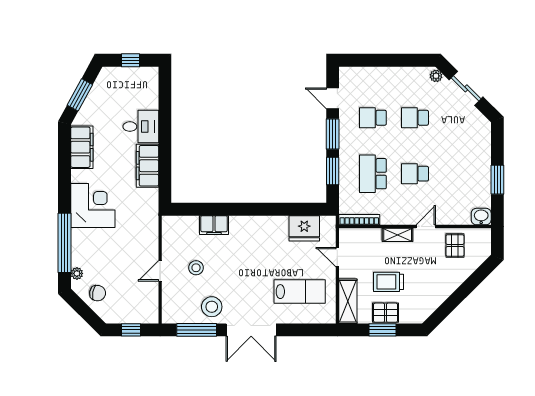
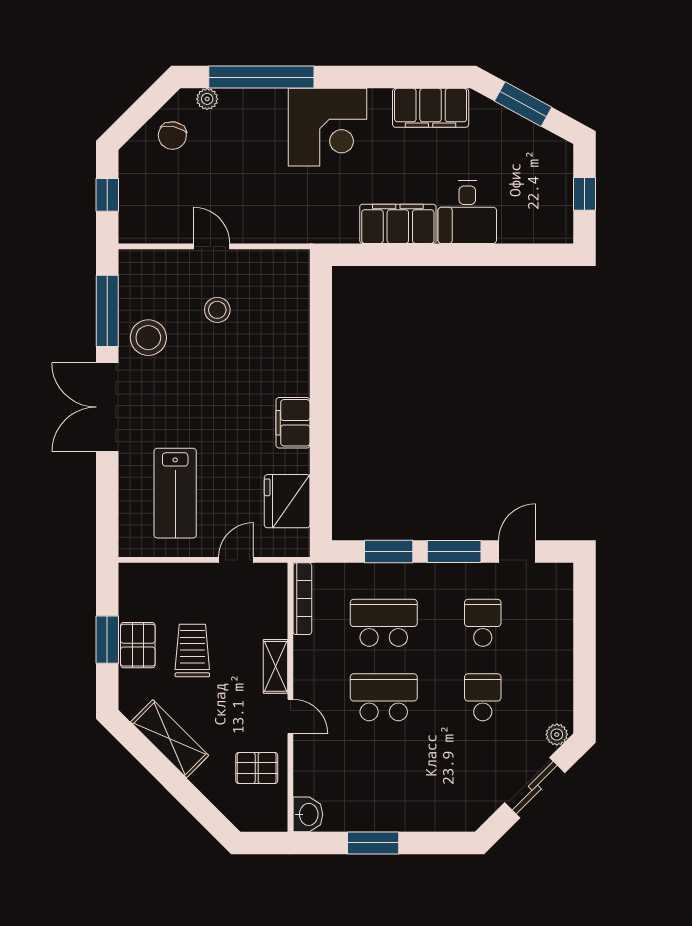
school desk: (415, 174) -> (384, 697), width x1.85
filing cabinet: (214, 225) -> (293, 423), moved
shelving: (348, 301) -> (170, 739), moved, turned 45

